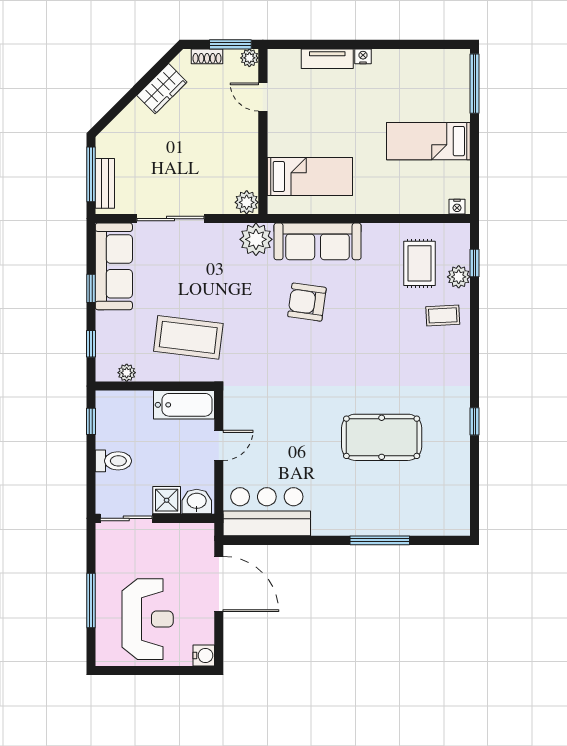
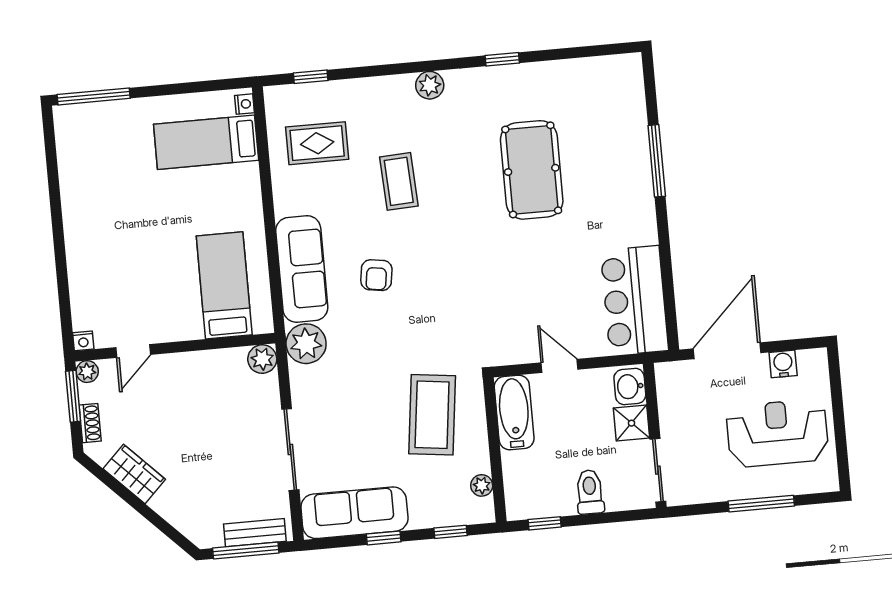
nightstand: (363, 56) -> (83, 341), moved, turned -90
tv unit: (327, 59) -> (80, 277), removed
bed: (428, 141) -> (206, 142), moved, turned 90
plant: (459, 277) -> (430, 85), moved
armchair: (307, 302) -> (376, 275), width x0.72, depth x0.72
coffee table: (443, 315) -> (399, 181), moved, width x1.36, depth x1.30
water cooler: (204, 655) -> (783, 364), moved

